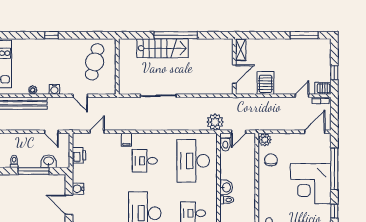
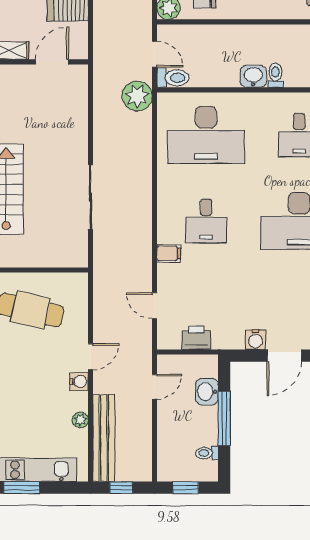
door: (234, 74) -> (52, 62), hinge flipped
door: (80, 96) -> (91, 357), moved

